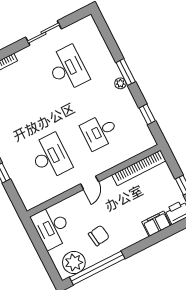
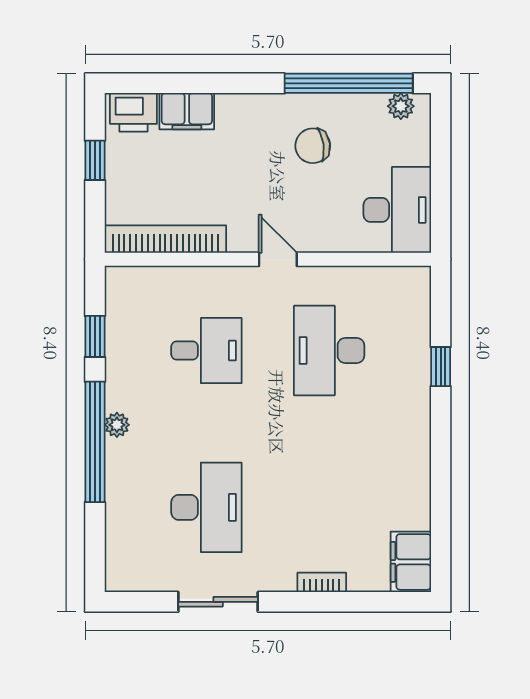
desk: (68, 69) -> (206, 507), turned 180
window: (126, 72) -> (95, 442), width x2.11
door: (90, 183) -> (278, 259), hinge flipped
plant: (74, 262) -> (401, 106), width x0.53, depth x0.53

